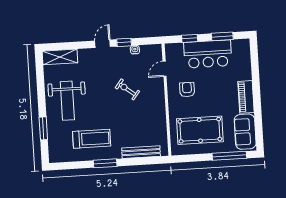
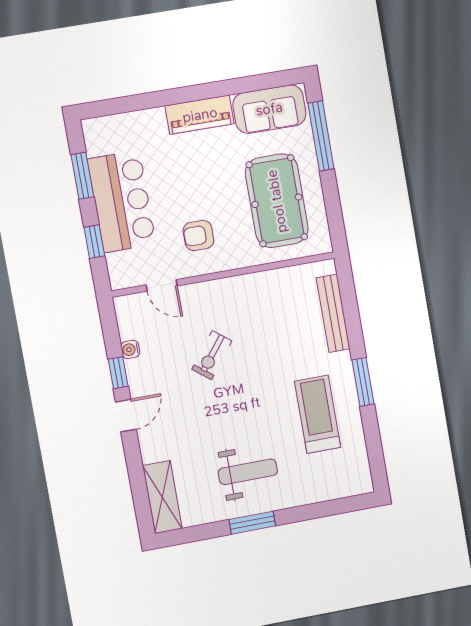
door: (103, 44) -> (126, 416), swing flipped
weight bench: (67, 101) -> (248, 472), width x0.73, depth x0.75
window: (43, 128) -> (252, 523), moved

